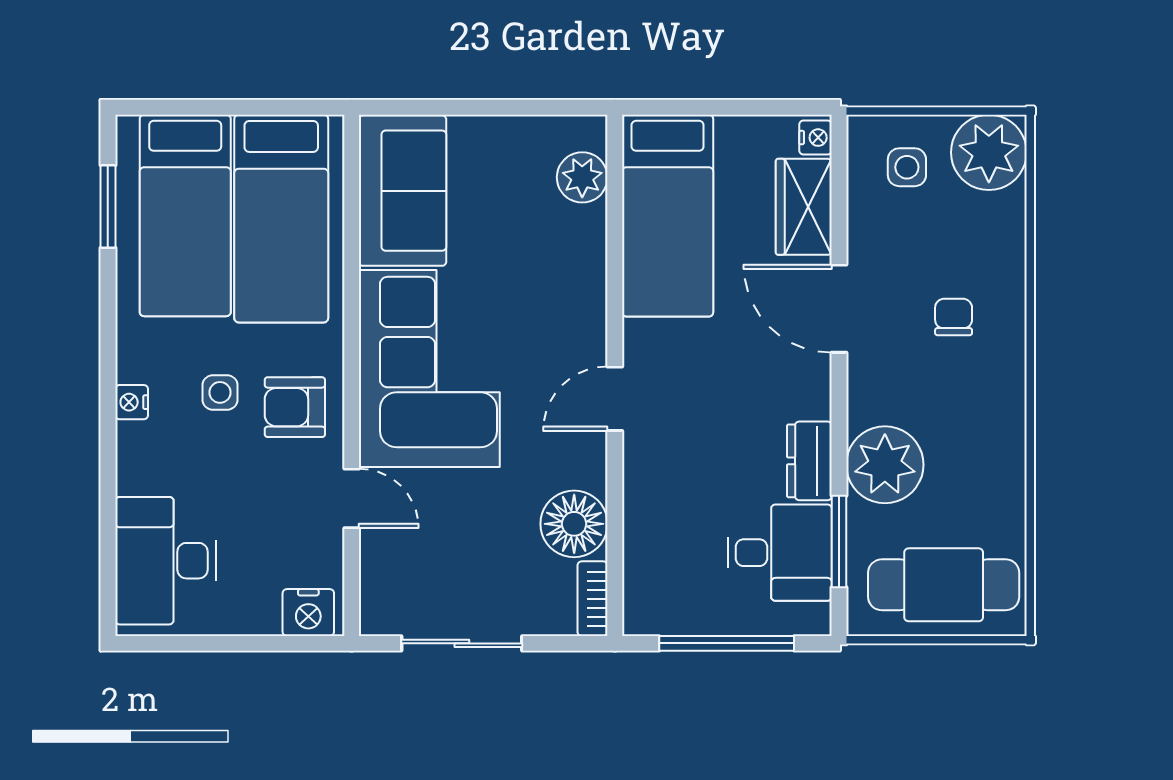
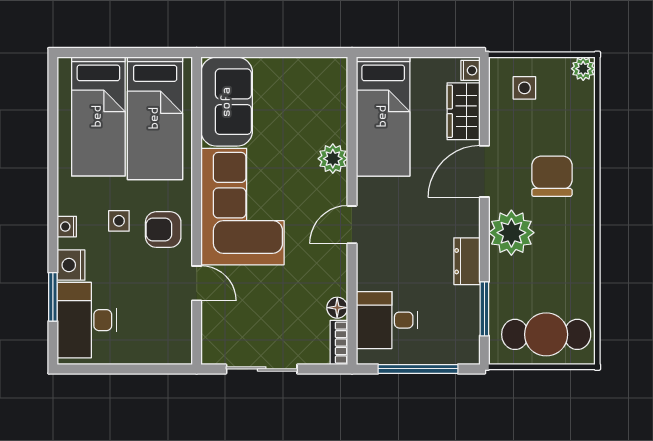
plant: (989, 152) -> (583, 69), width x0.53, depth x0.53
plant: (582, 177) -> (333, 159), moved
window: (108, 206) -> (53, 297), moved
door: (839, 309) -> (484, 171), hinge flipped
chair: (954, 317) -> (552, 176), width x1.87, depth x1.87
plant: (885, 465) -> (511, 233), moved
floor lamp: (574, 524) -> (337, 308), width x0.53, depth x0.53
desk: (780, 553) -> (387, 320), moved, turned 180
nightstand: (308, 613) -> (71, 265), moved, turned 90

